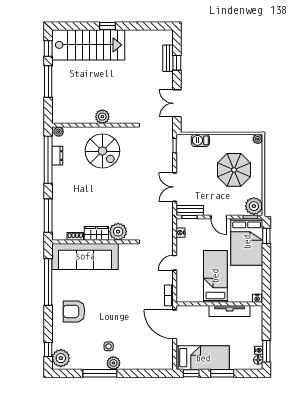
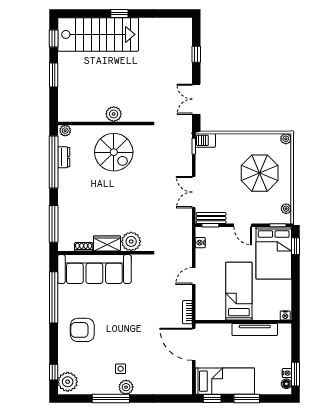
bench: (168, 58) -> (186, 49), removed
window: (48, 81) -> (54, 75), width x0.69
barbecue: (200, 140) -> (205, 140), moved
plant: (254, 206) -> (286, 209), width x0.53, depth x0.53

